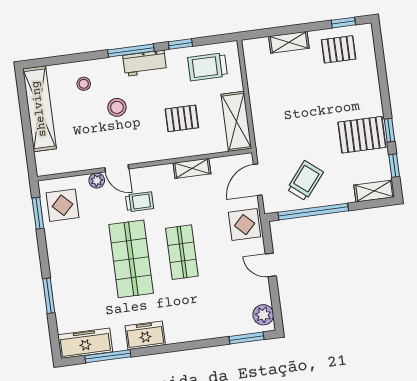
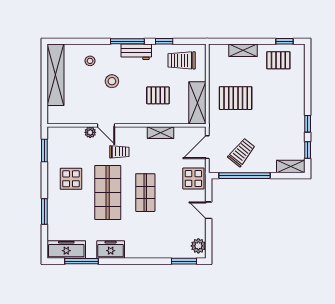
pallet: (362, 135) -> (236, 98), moved
display table: (63, 205) -> (71, 179), moved

